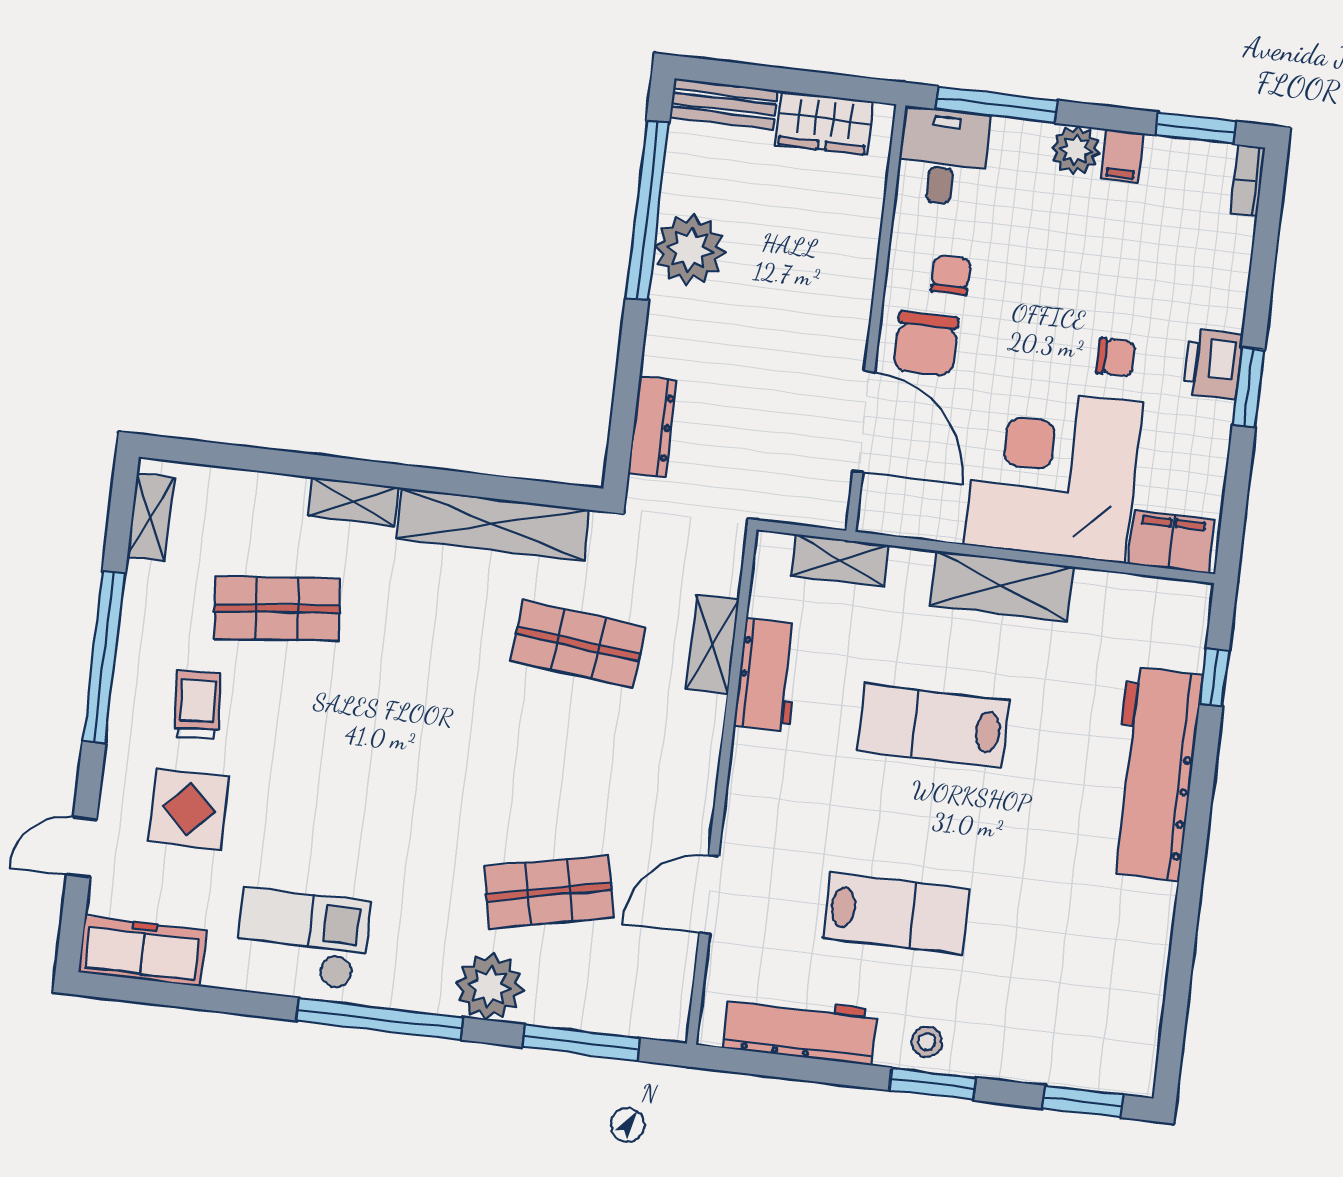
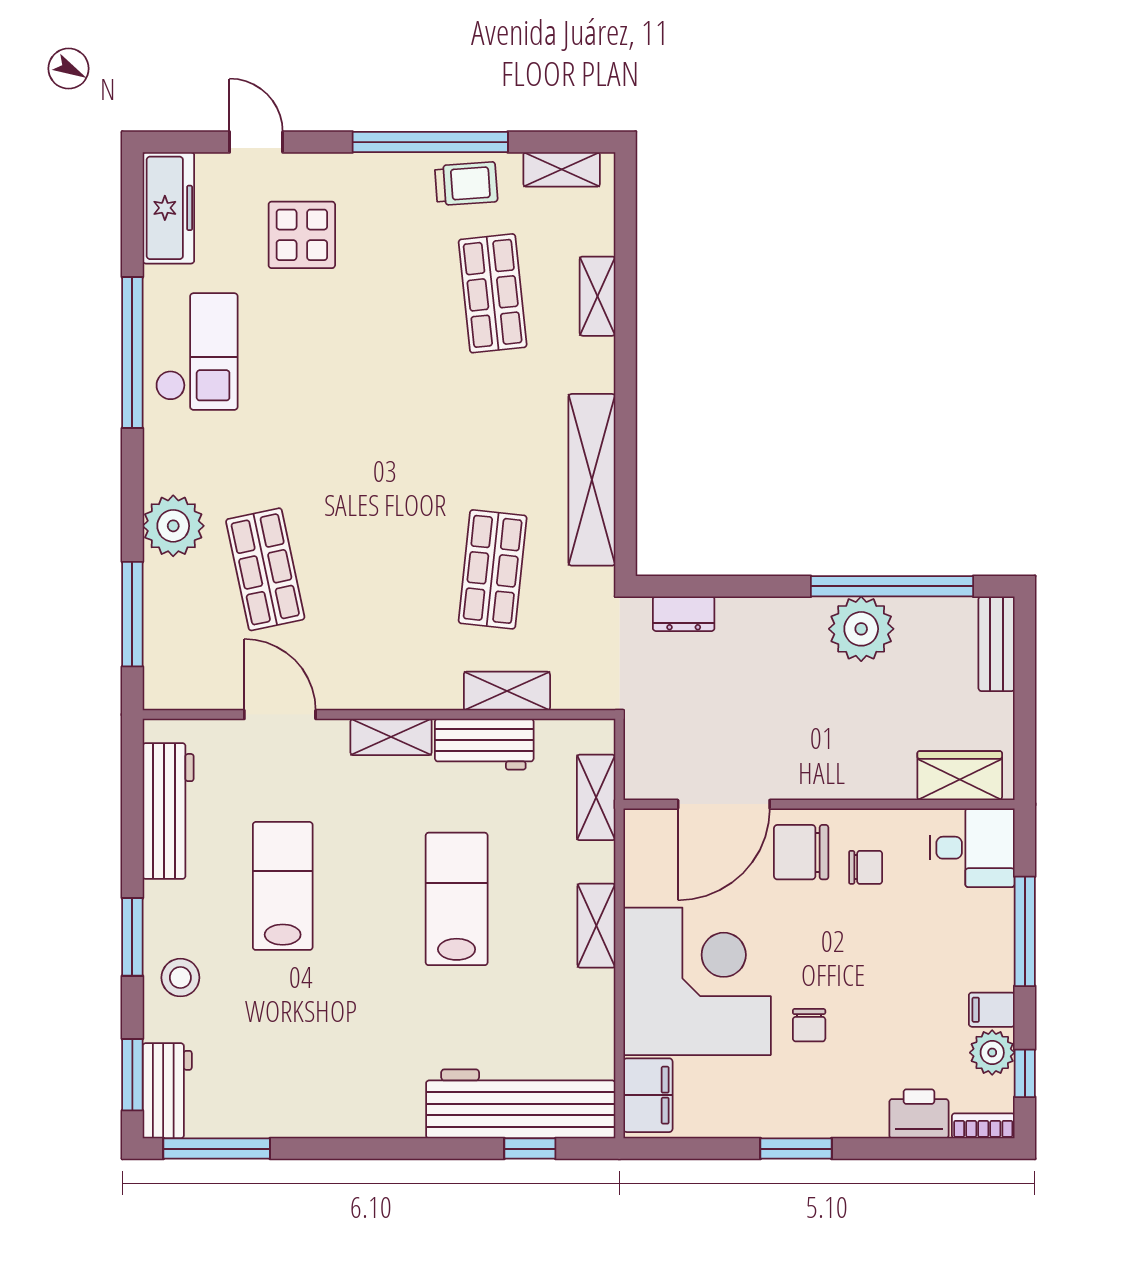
window: (997, 105) -> (1025, 931), moved
wardrobe: (824, 123) -> (960, 776), moved, turned 90
window: (1196, 128) -> (1025, 1073), width x0.67
plant: (1075, 150) -> (992, 1053), moved
printer: (1213, 364) -> (919, 1114), moved
dresser: (653, 427) -> (684, 614), width x0.70
shelving: (353, 502) -> (597, 296), moved
shelving: (1002, 586) -> (596, 926), width x0.67, depth x0.75
trolley: (197, 705) -> (466, 184), moved
workbench: (1154, 774) -> (521, 1104), moved
shelving: (748, 776) -> (391, 737), added
lab bench: (896, 913) -> (283, 886), turned 180
window: (380, 1019) -> (132, 353), moved
window: (1174, 1019) -> (217, 1149), added
stool: (927, 1042) -> (180, 978), moved, width x1.37, depth x1.37
workbench: (1105, 1066) -> (167, 1091), added

